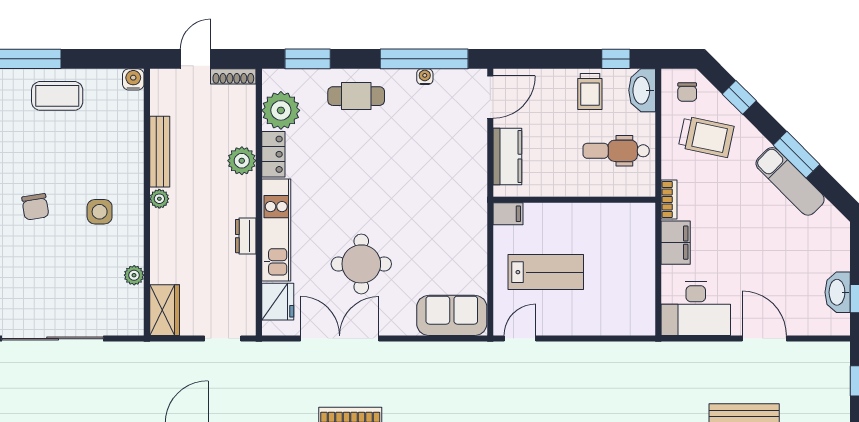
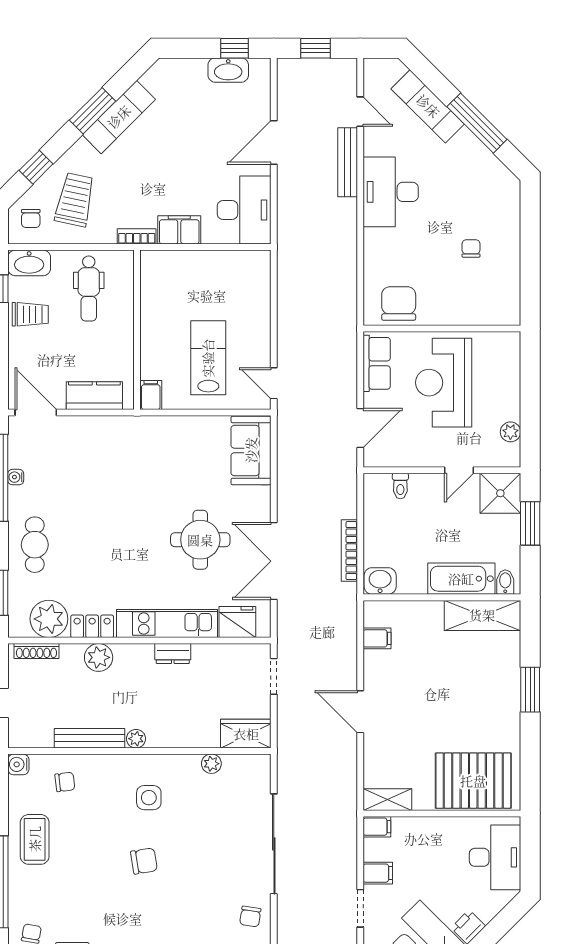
shoe rack: (233, 76) -> (36, 651), moved, turned 90
chair: (687, 92) -> (31, 218), turned 90
chair: (115, 127) -> (65, 782), added

